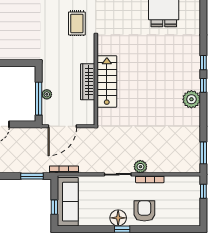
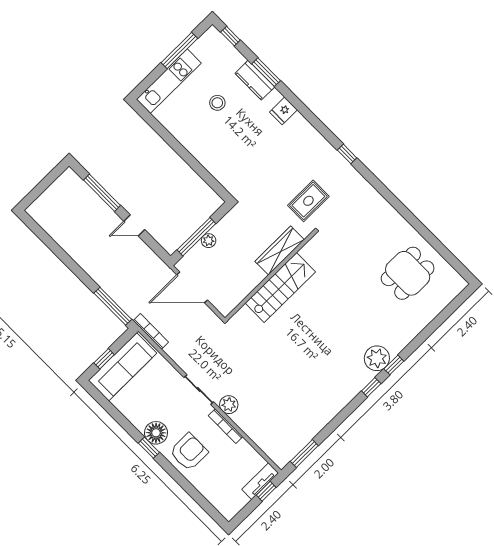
wardrobe: (88, 82) -> (280, 250), moved
plant: (191, 99) -> (377, 358), moved
window: (32, 176) -> (113, 306), width x1.44
tv unit: (195, 189) -> (260, 481), added

